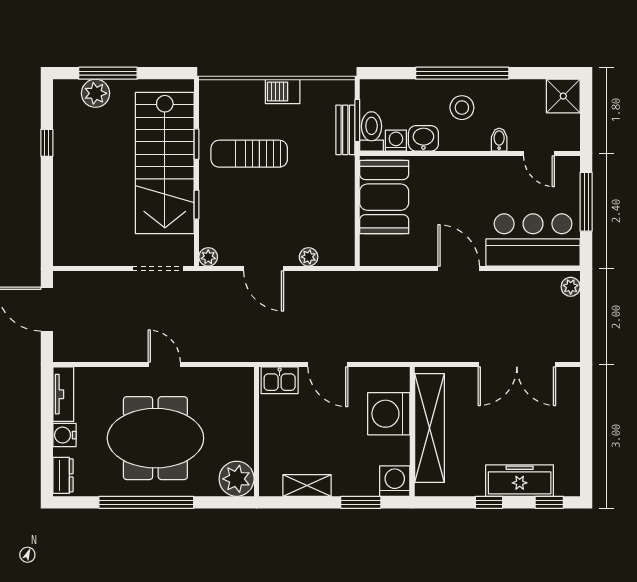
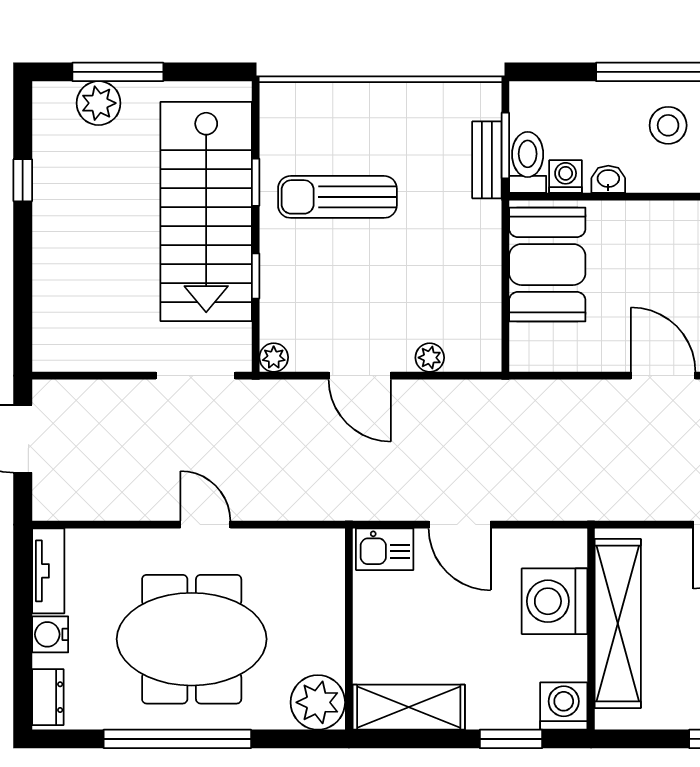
barbecue: (283, 91) -> (389, 100), removed
washbasin: (423, 138) -> (608, 179), width x0.72, depth x0.69
shelving: (307, 485) -> (409, 707), width x1.50, depth x1.33

